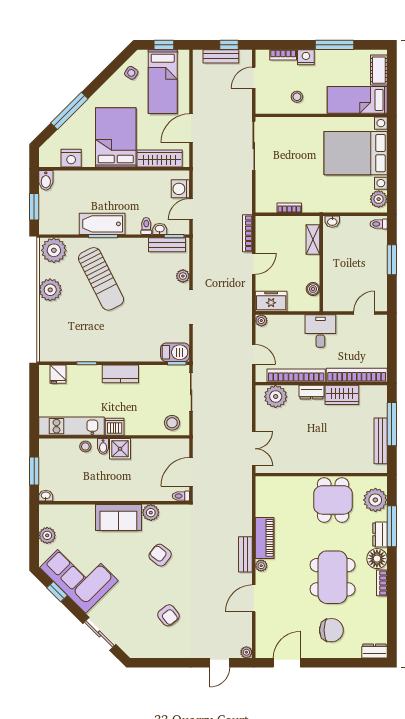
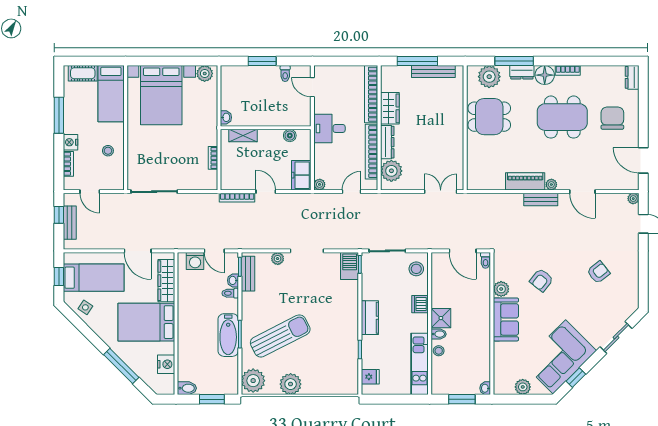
toilet: (379, 224) -> (285, 73), moved
dresser: (311, 392) -> (387, 142), width x1.44
dishwasher: (115, 427) -> (420, 304), moved

